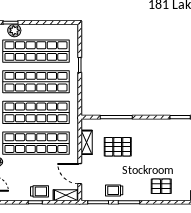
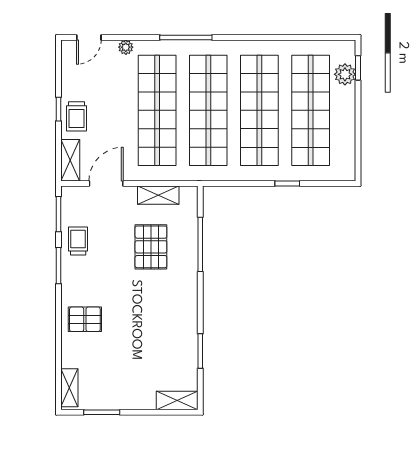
pallet: (161, 186) -> (85, 319), turned 90

